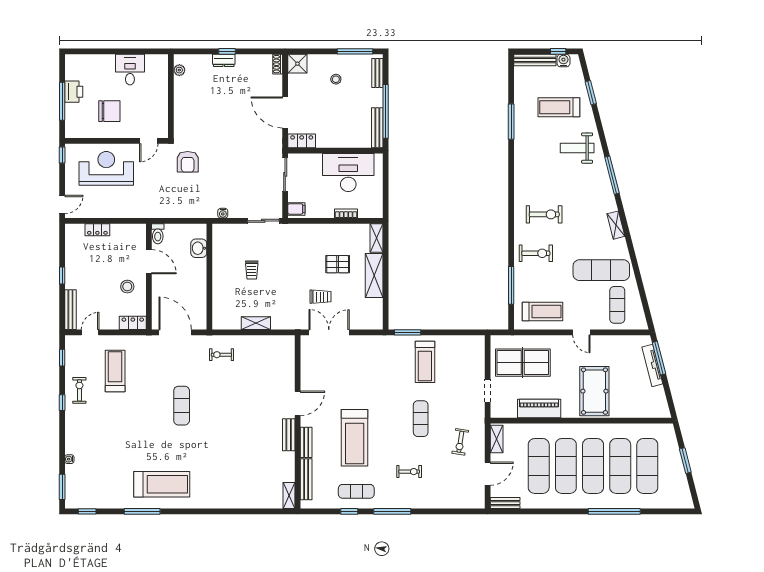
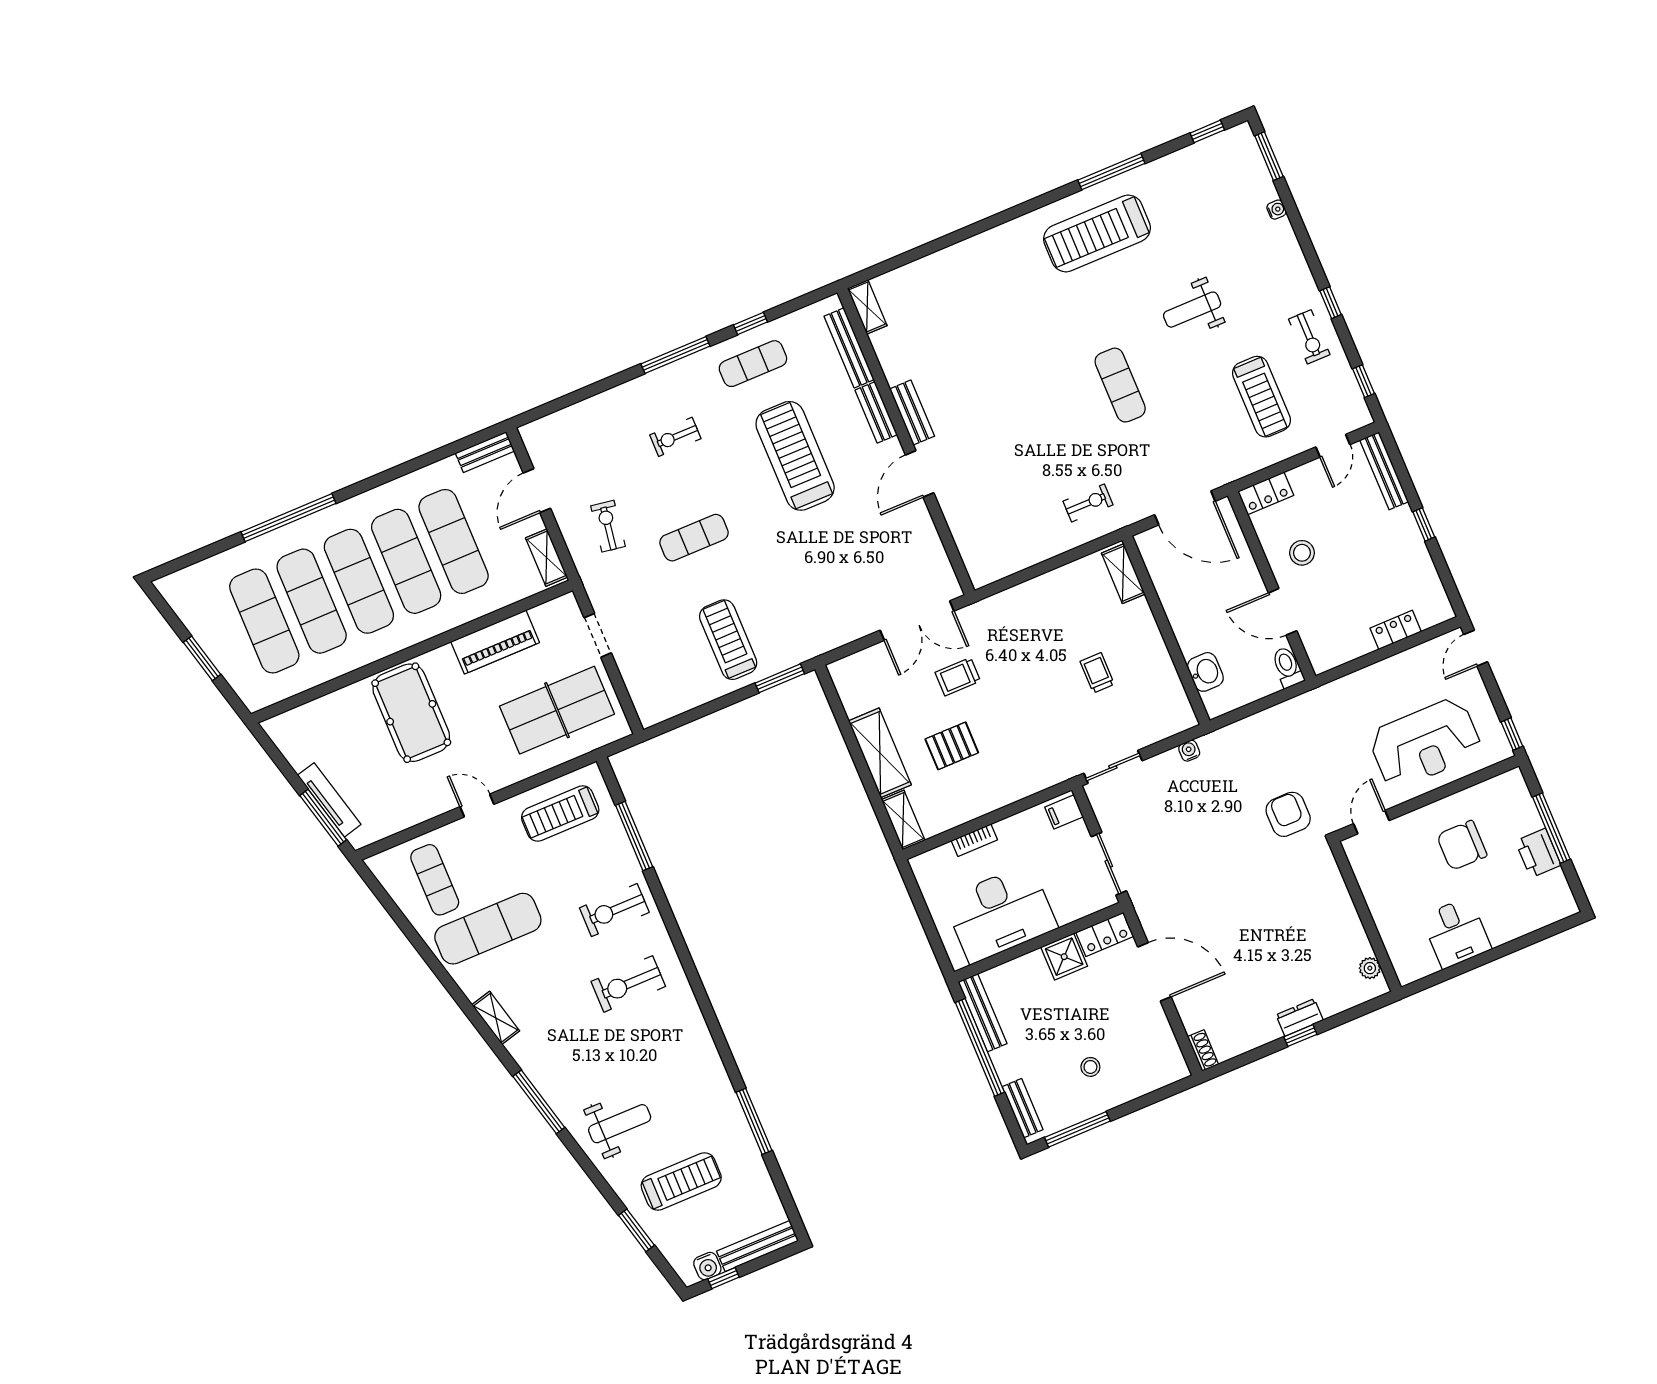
shower: (297, 64) -> (1064, 957), moved
shelving: (256, 323) -> (1123, 574), moved, turned 90
exercise mat: (421, 419) -> (694, 538), turned 90
weight bench: (131, 428) -> (1192, 310), added

